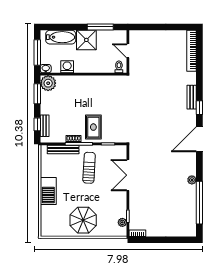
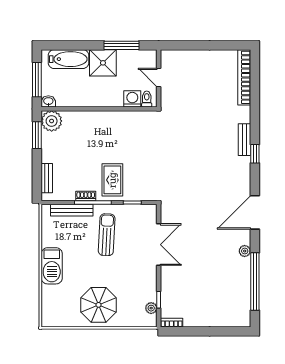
washing machine: (67, 67) -> (132, 99), moved
window: (37, 124) -> (37, 176), removed
door: (199, 139) -> (255, 212), moved
double door: (128, 175) -> (159, 245), swing flipped

